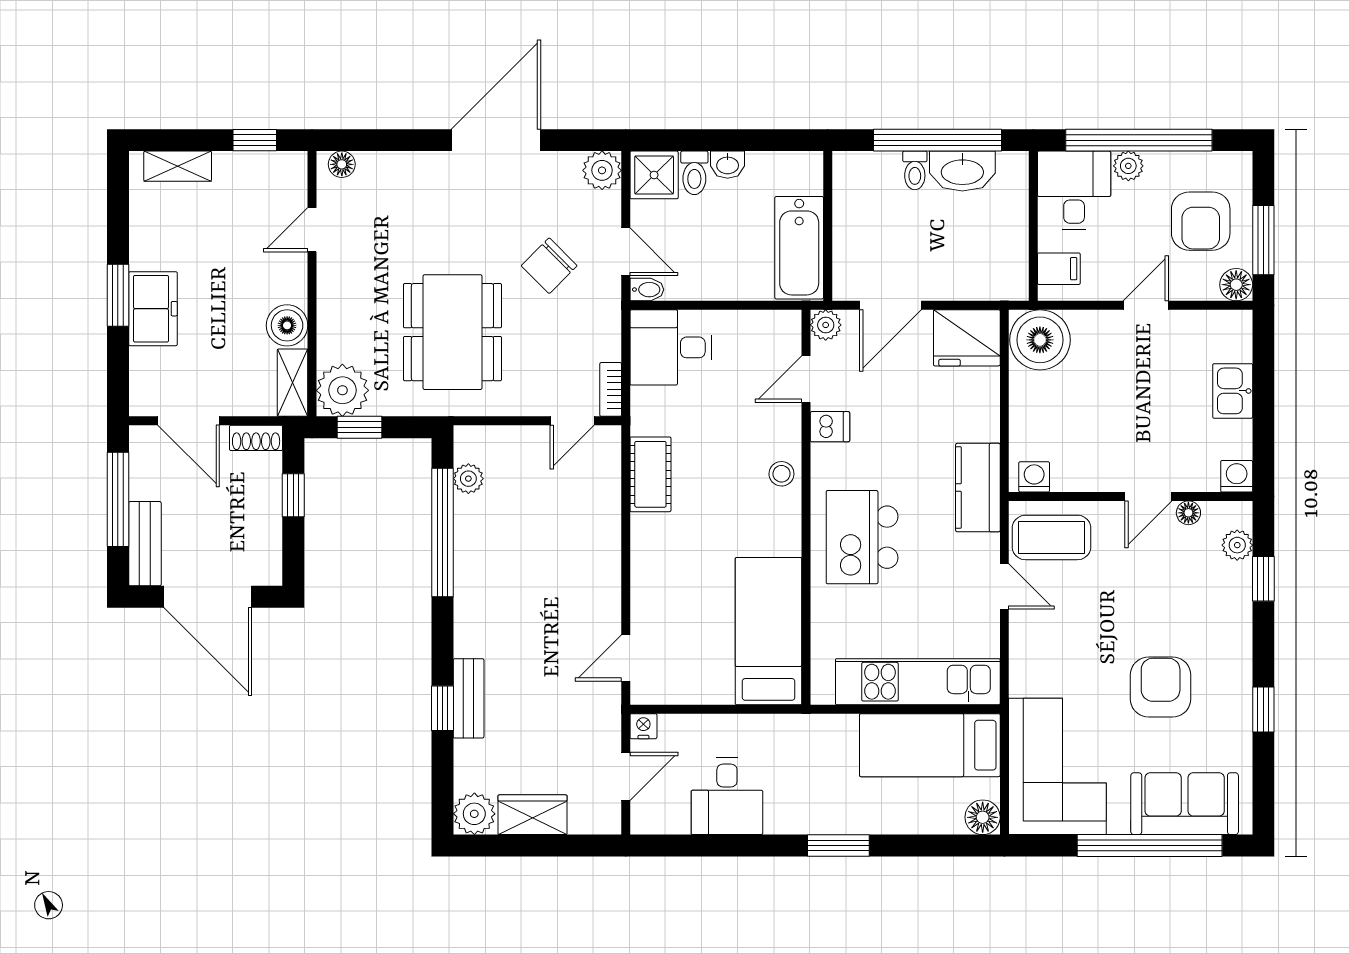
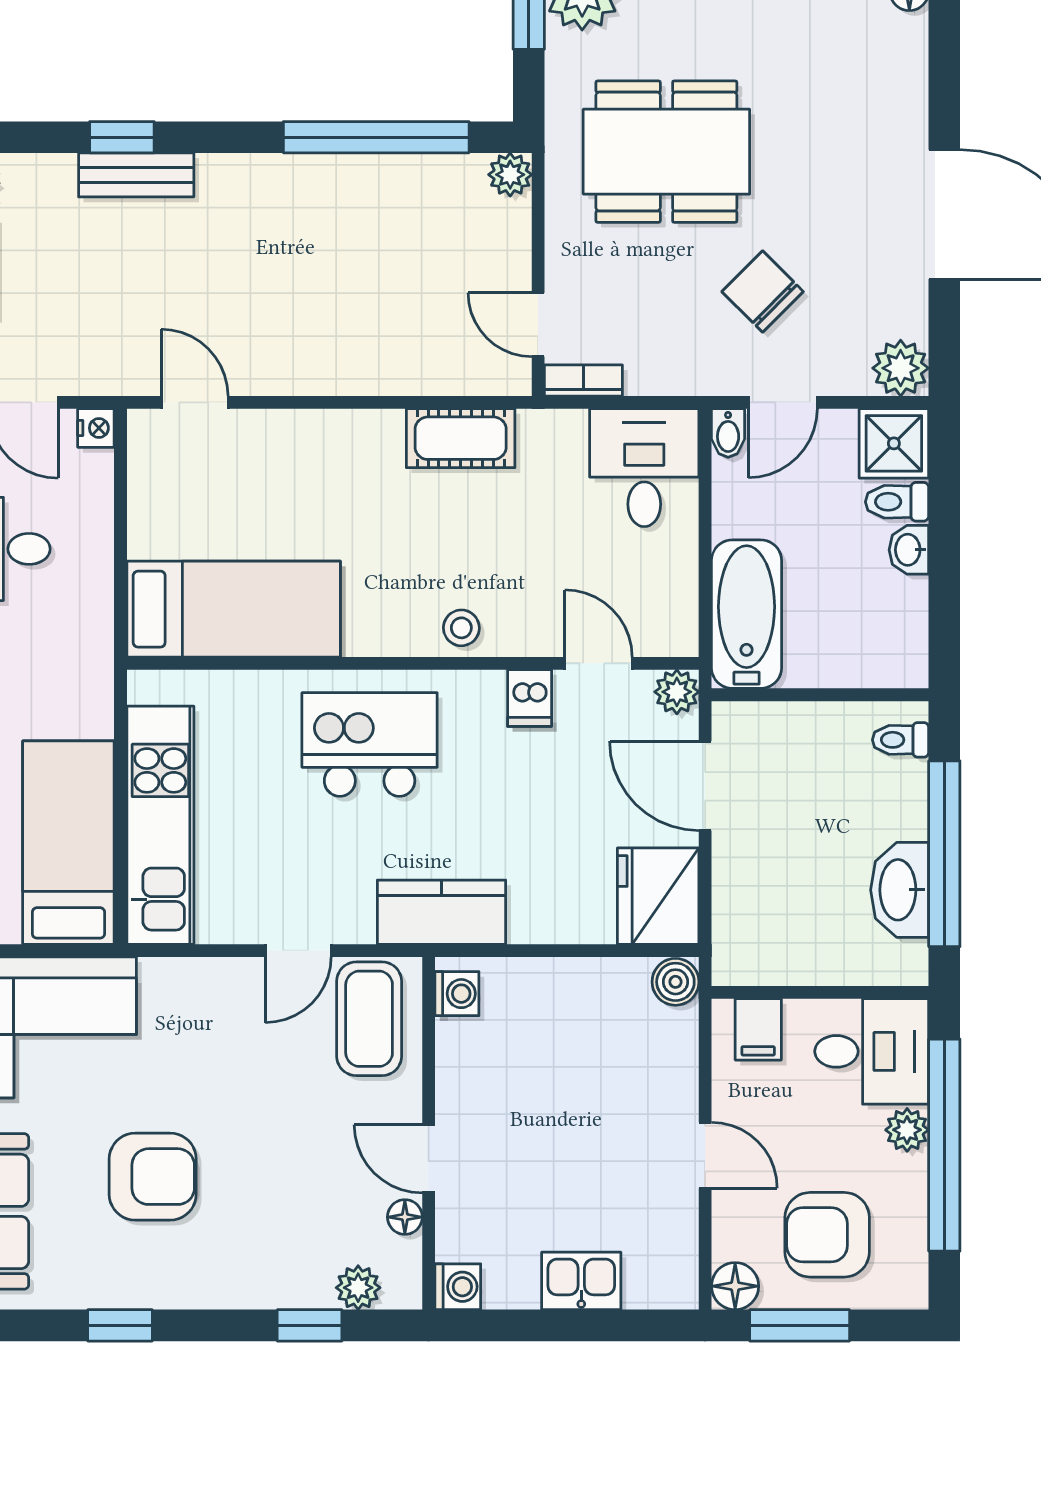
toilet: (915, 170) -> (900, 740), moved
bathtub: (799, 248) -> (747, 614), moved, turned 90
boiler: (1040, 340) -> (675, 982), width x0.54, depth x0.54
plant: (468, 479) -> (510, 175), moved

